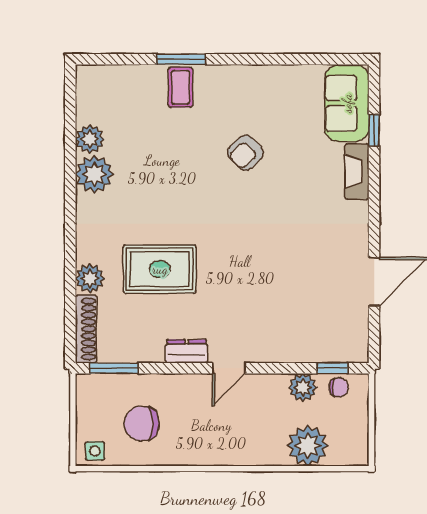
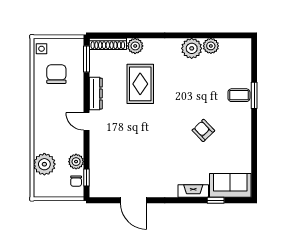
dresser: (187, 351) -> (96, 94), width x1.44

